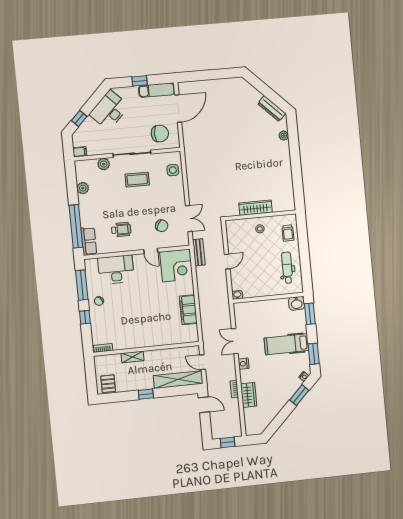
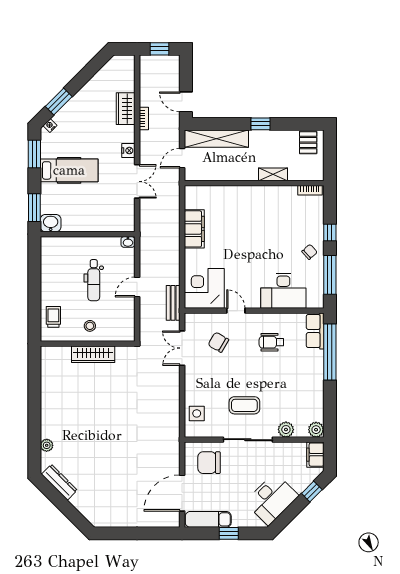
filing cabinet: (80, 152) -> (315, 455), width x2.00
plant: (83, 188) -> (316, 430), moved
dental chair: (287, 268) -> (94, 280), moved
door: (203, 362) -> (182, 158), swing flipped

